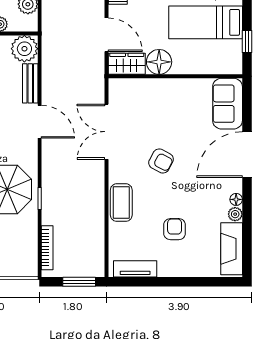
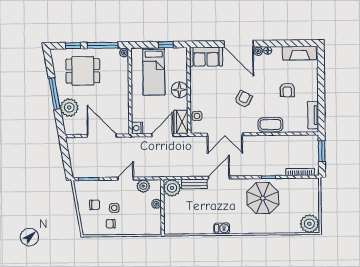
floor lamp: (159, 62) -> (179, 90), moved
side table: (136, 89) -> (197, 116), added
plant: (235, 214) -> (258, 51), moved
armchair: (175, 229) -> (287, 90), turned -90

